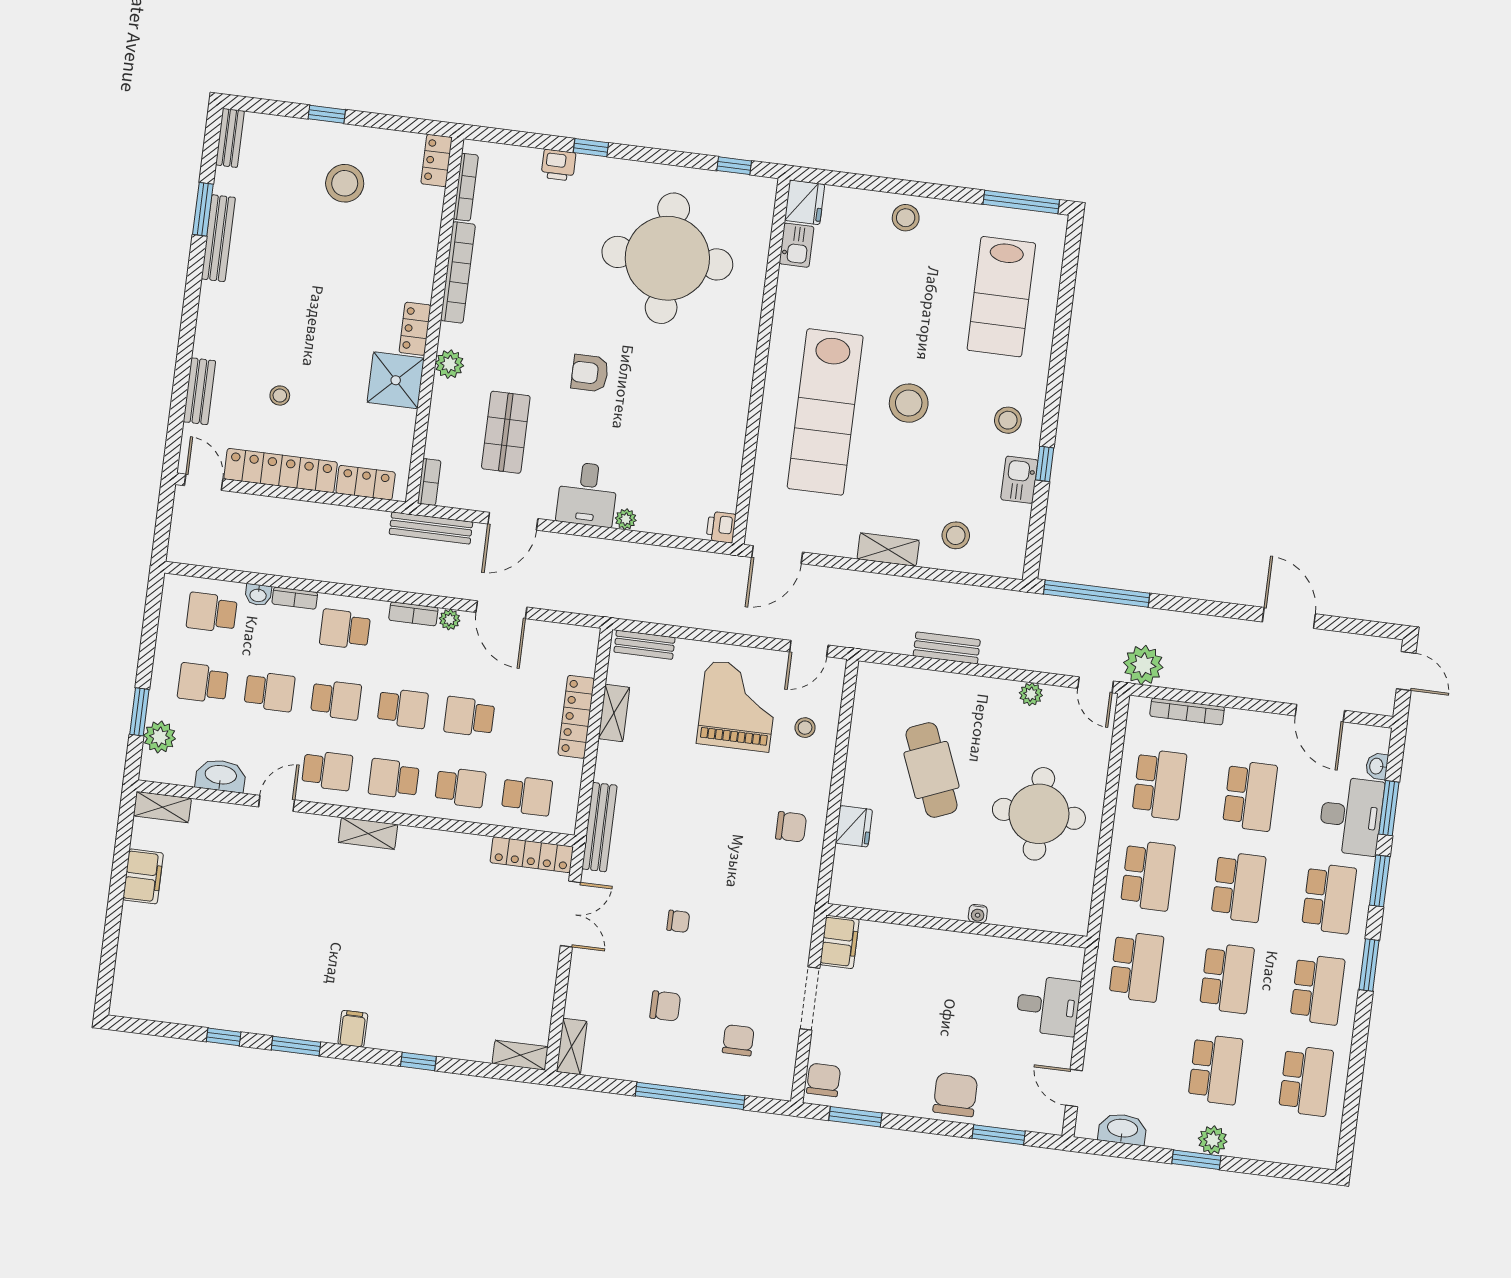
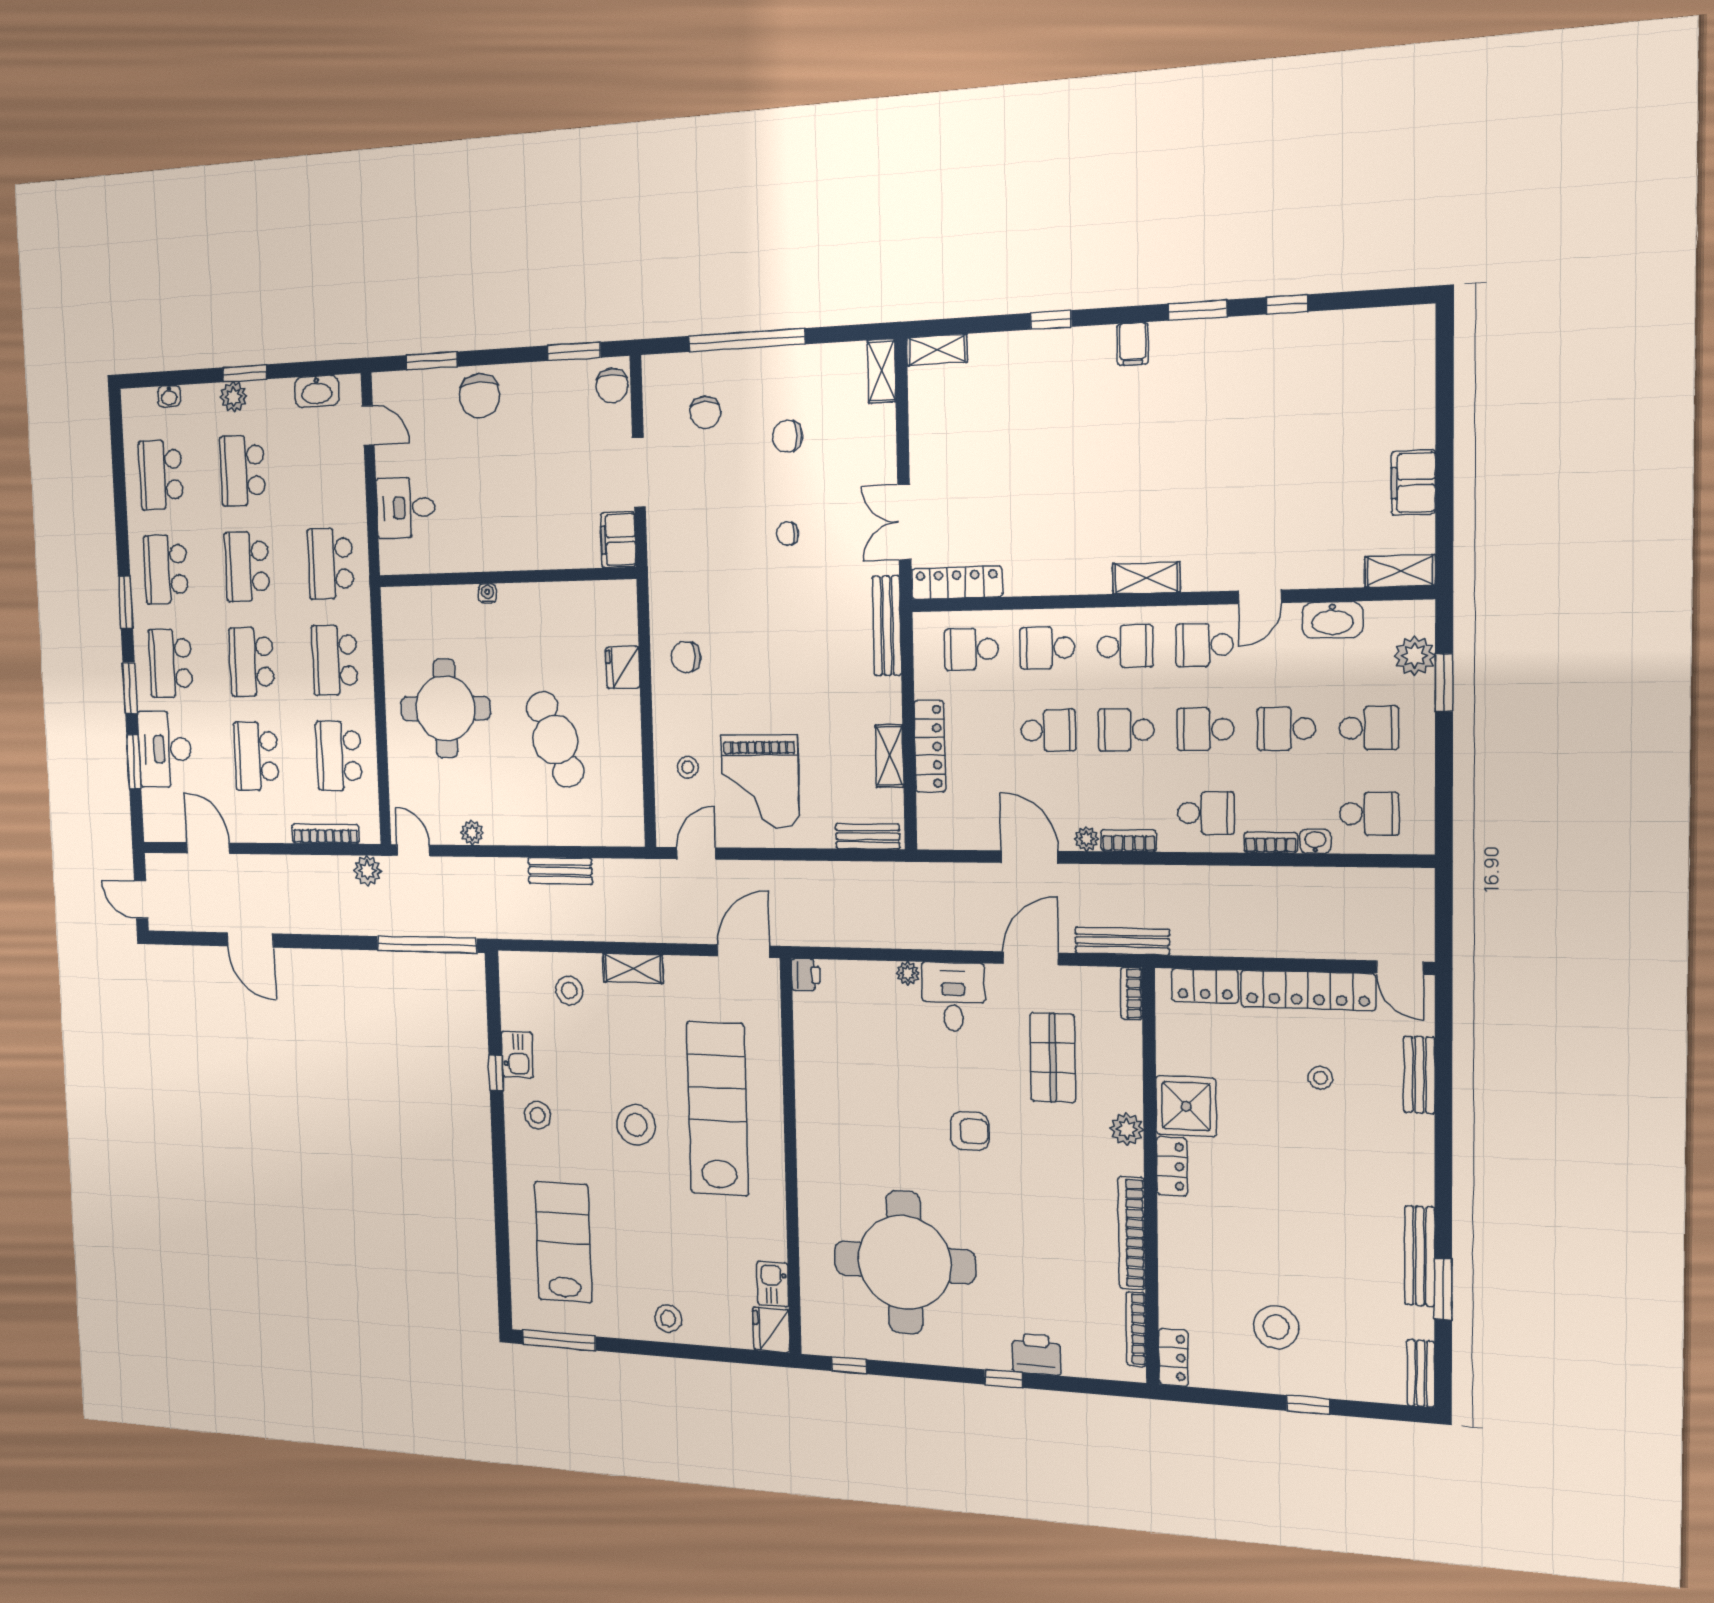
printer: (558, 165) -> (1036, 1354), width x1.36, depth x1.24
plant: (1143, 665) -> (367, 871), width x0.73, depth x0.73
washbasin: (1377, 766) -> (169, 396), moved, turned 90

